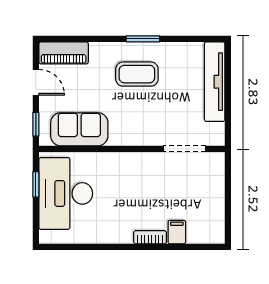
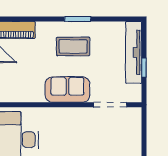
window: (228, 101) -> (144, 67), added
sofa: (79, 129) -> (67, 90), moved

